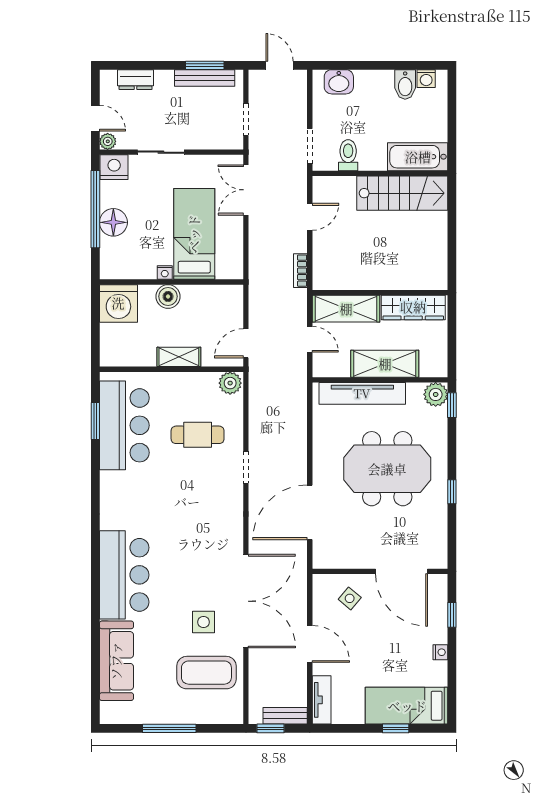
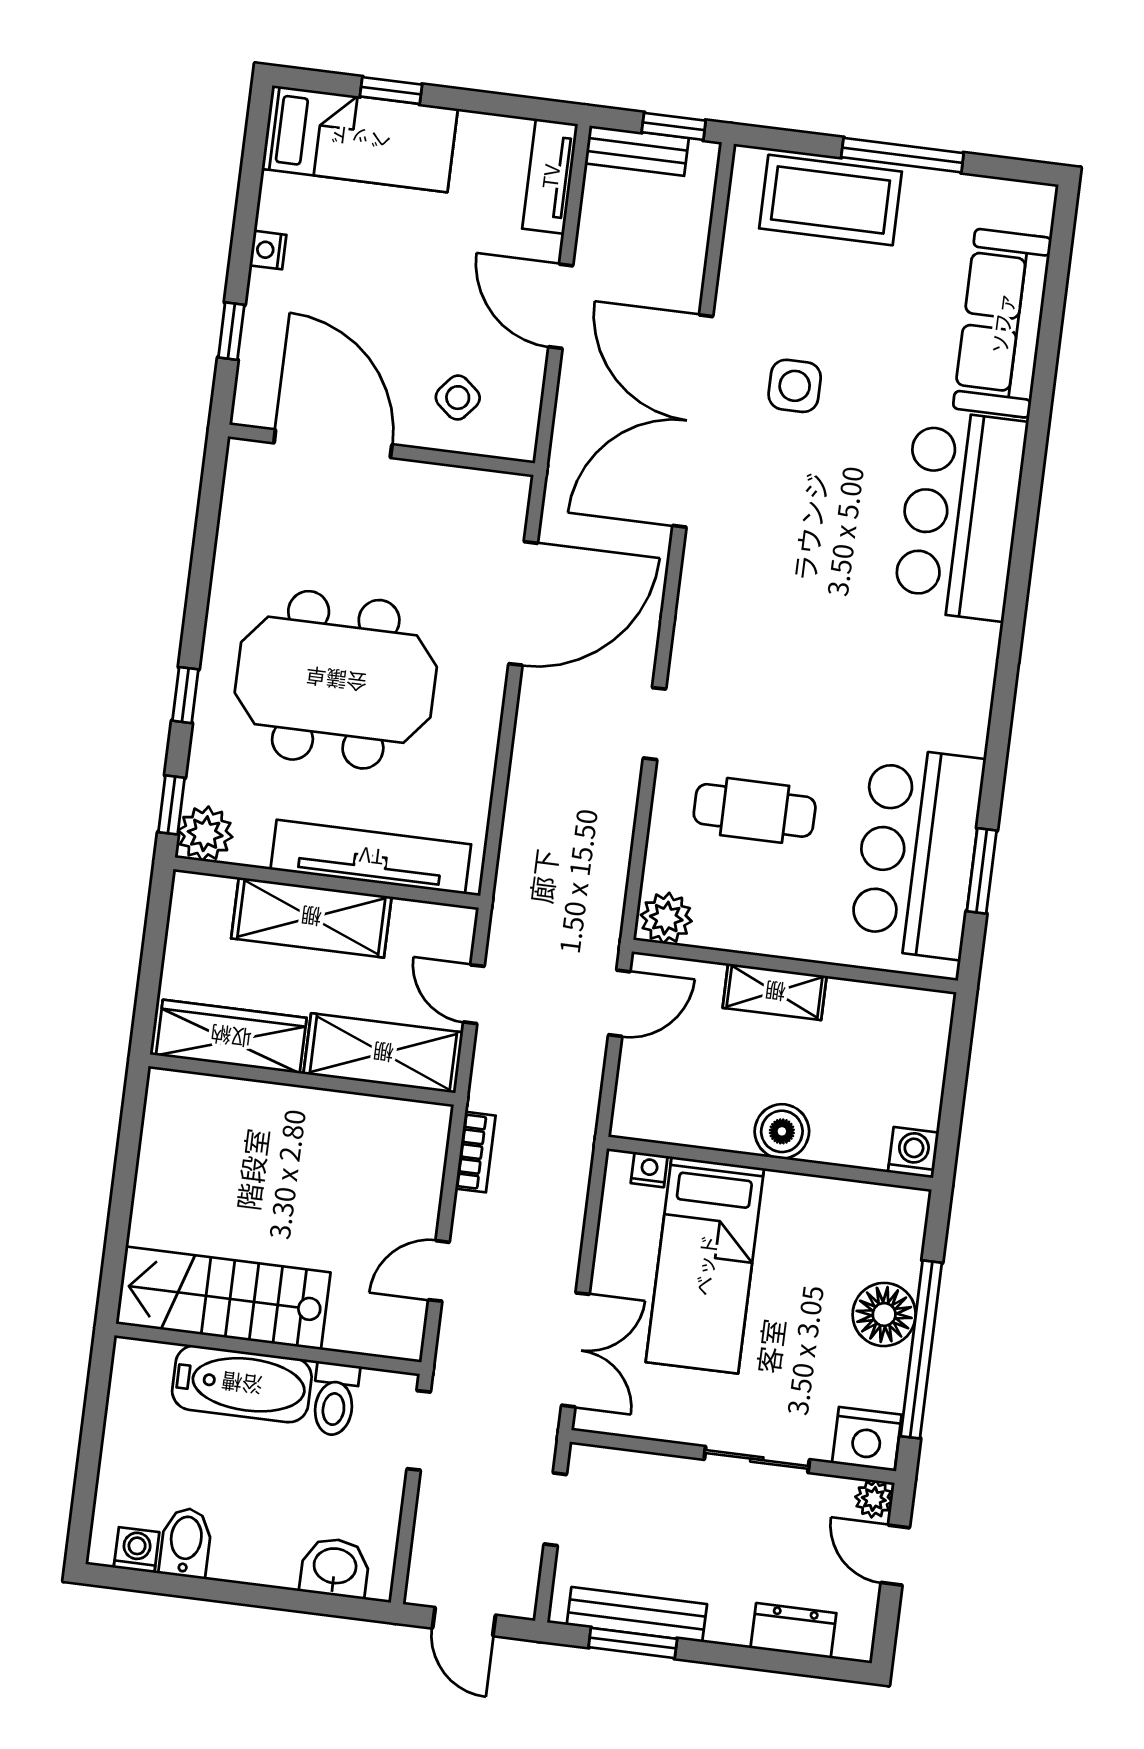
bathtub: (418, 157) -> (242, 1384), moved
nightstand: (165, 273) -> (649, 1170), moved
washing machine: (118, 303) -> (913, 1152), width x0.53, depth x0.53
window: (452, 492) -> (185, 695), moved
coffee table: (206, 673) -> (831, 200), moved

